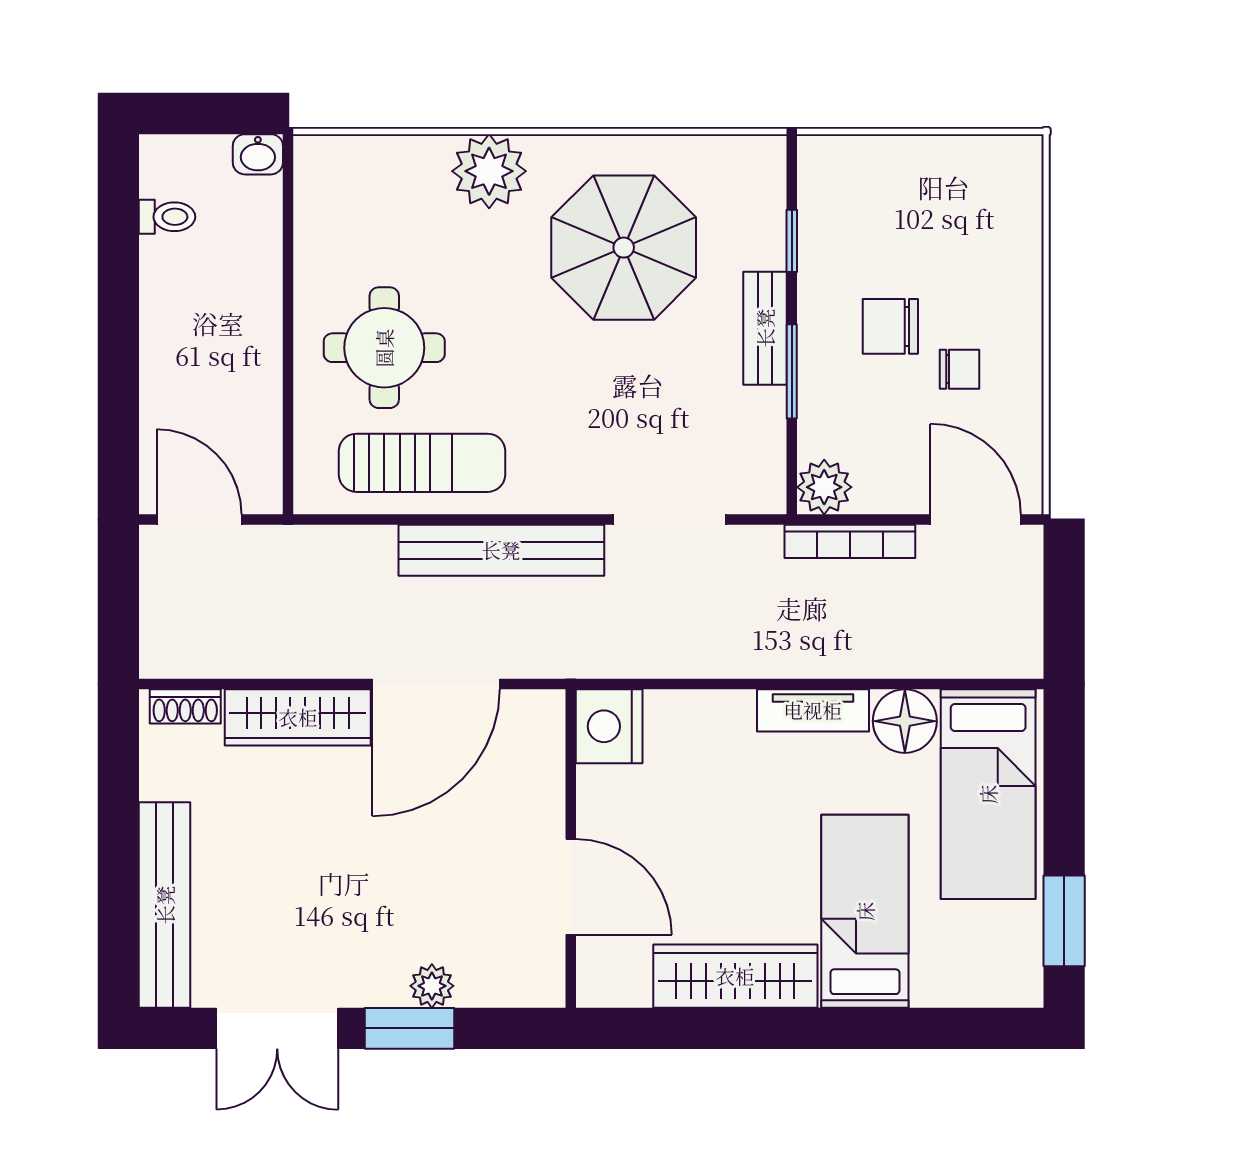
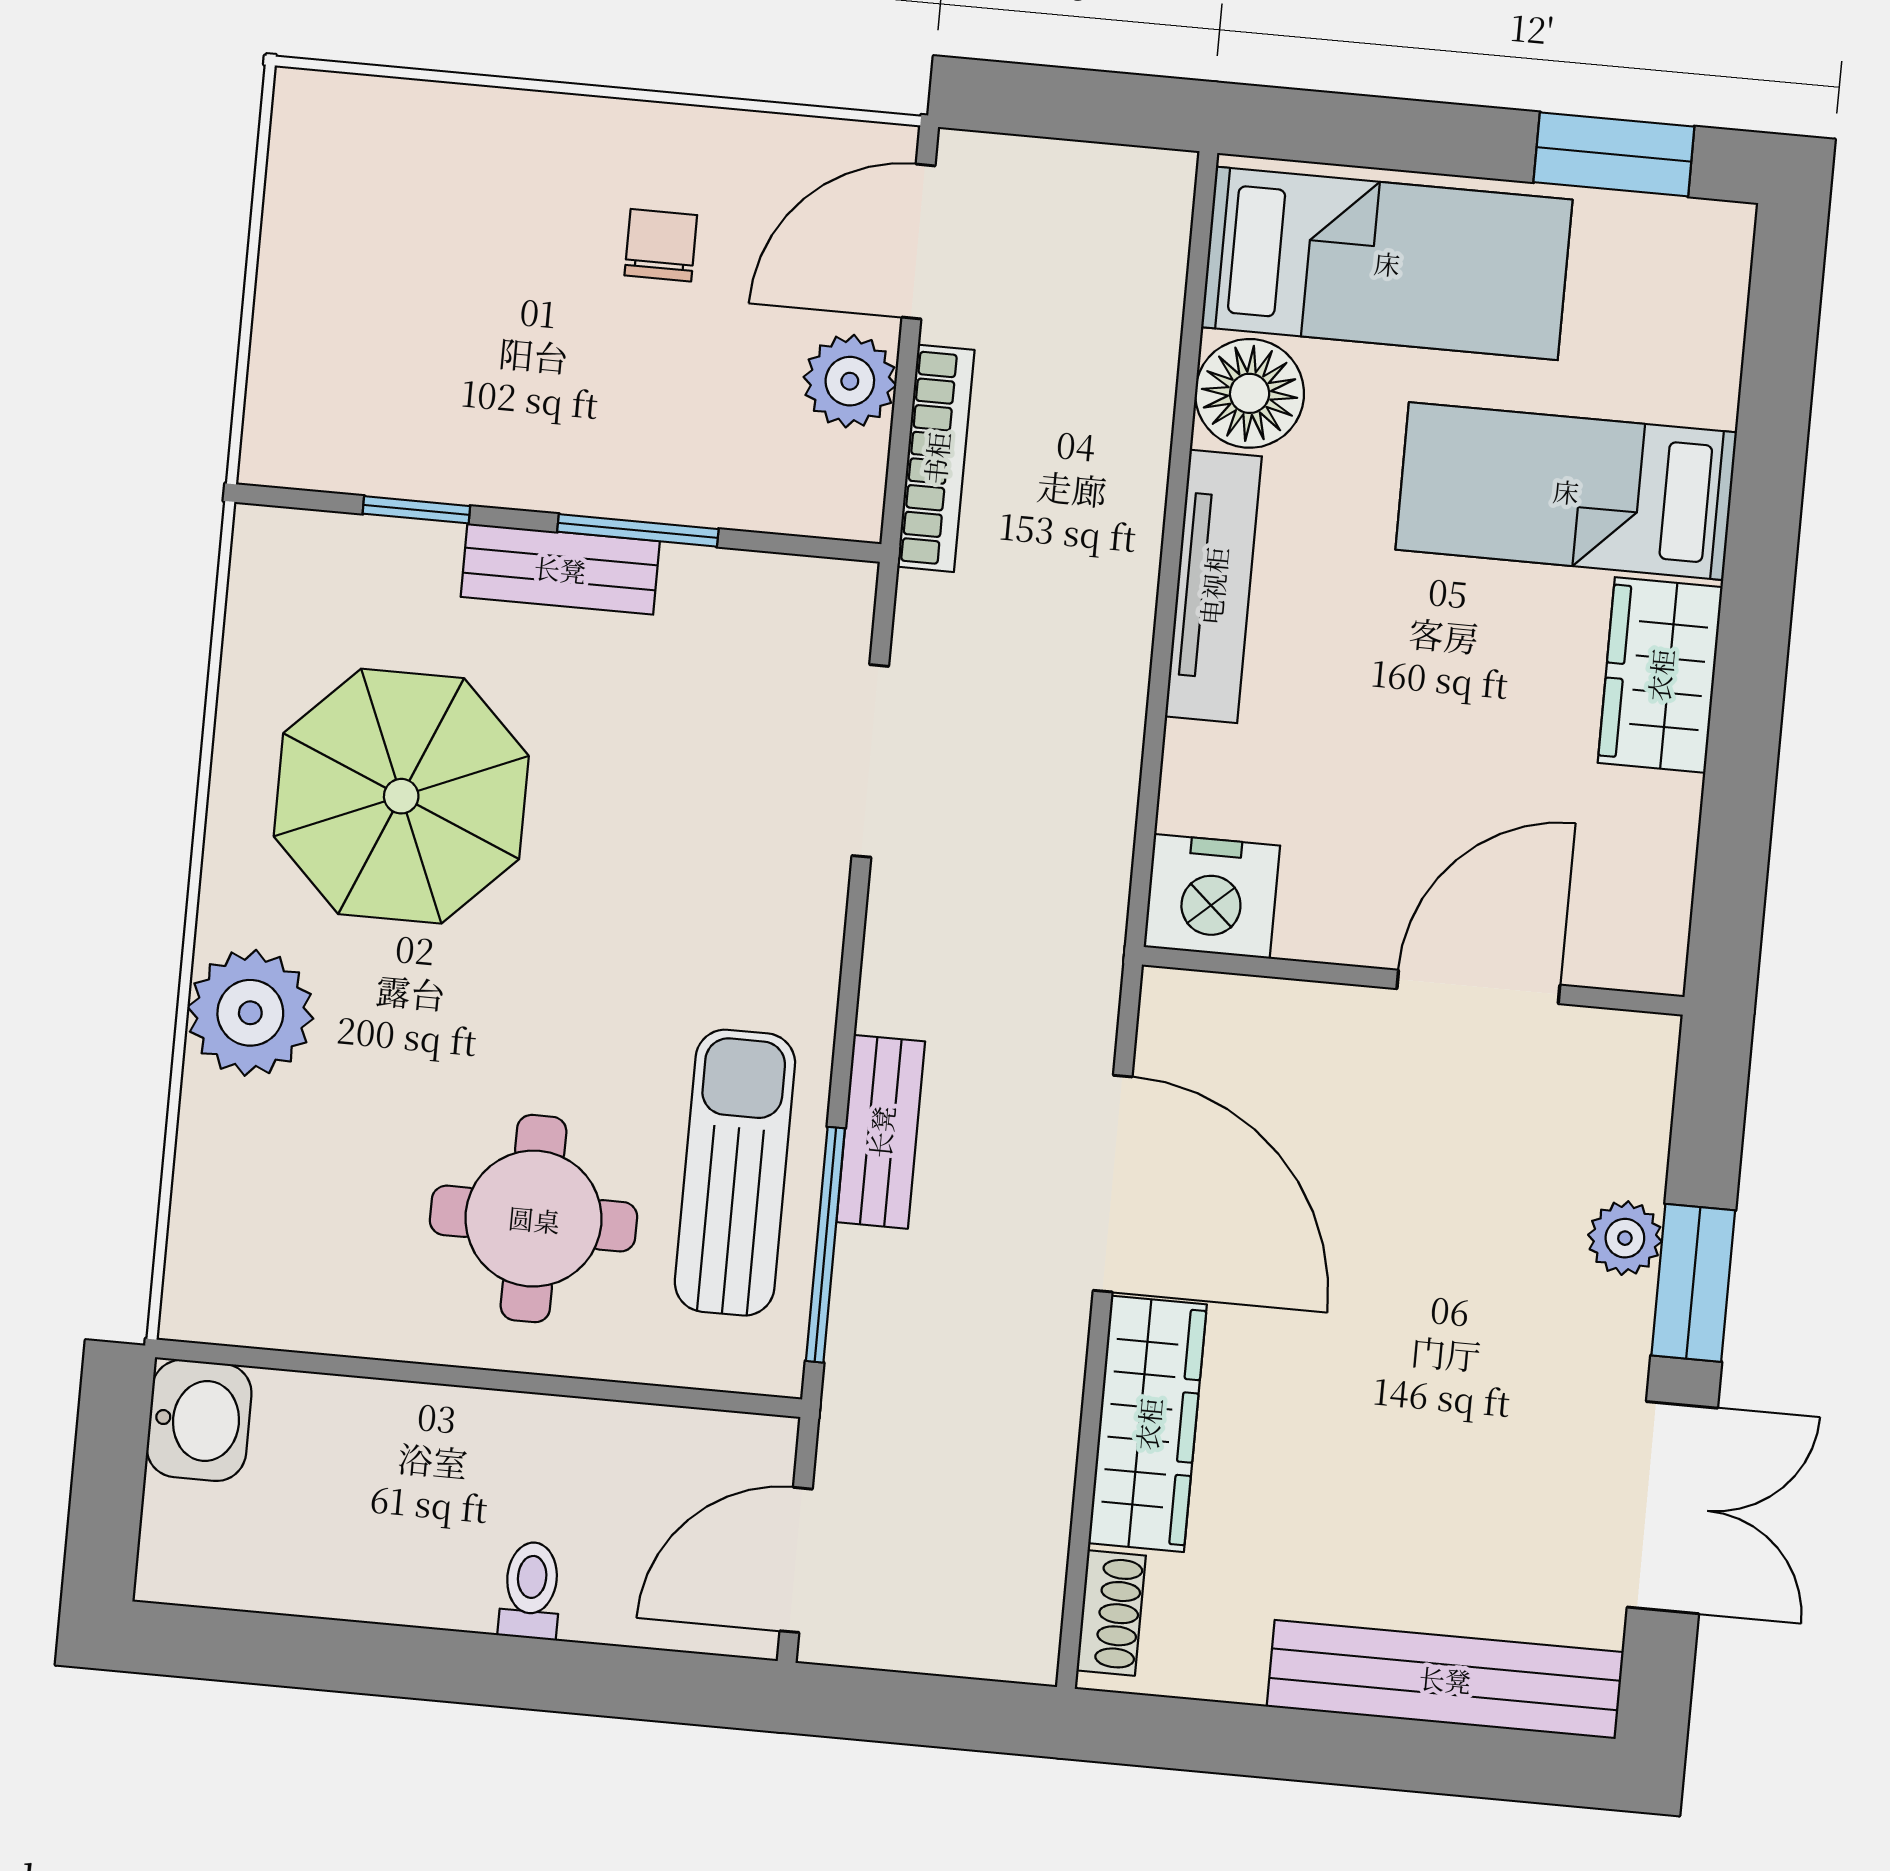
washbasin: (258, 154) -> (199, 1420), width x1.38, depth x1.45
toilet: (167, 217) -> (531, 1590), moved
chair: (890, 326) -> (577, 356), removed
plant: (824, 487) -> (850, 381), moved
window: (385, 520) -> (825, 1245), added
bench: (501, 550) -> (881, 1132), width x0.54, depth x0.82
tv unit: (813, 710) -> (1213, 586), width x1.41
wardrobe: (735, 976) -> (1660, 675), width x0.67

